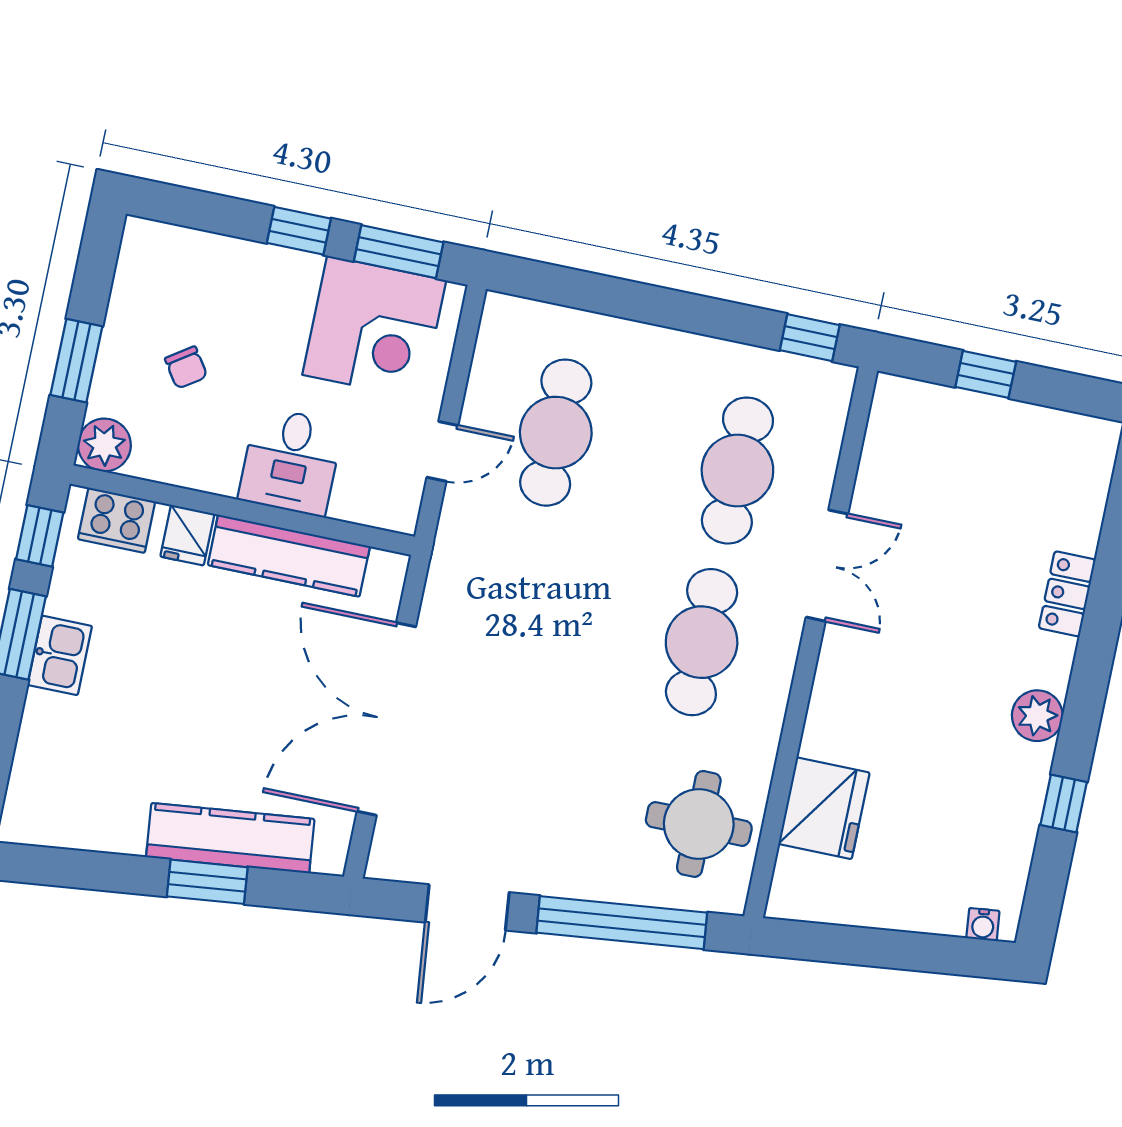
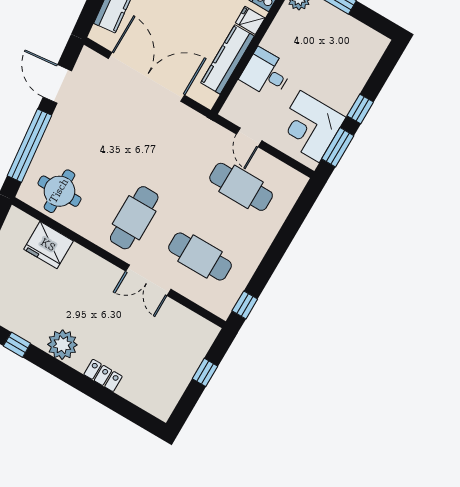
chair: (186, 367) -> (320, 43), removed
cafe table: (702, 642) -> (134, 218), turned 90
plant: (1037, 716) -> (62, 345), width x1.36, depth x1.36

